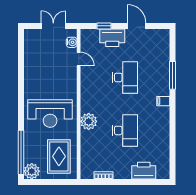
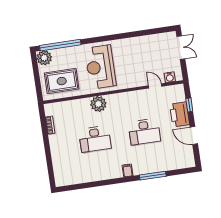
double door: (53, 26) -> (181, 48), moved
door: (137, 26) -> (194, 135), swing flipped
door: (79, 59) -> (155, 86), swing flipped
printer: (144, 171) -> (60, 162), removed

